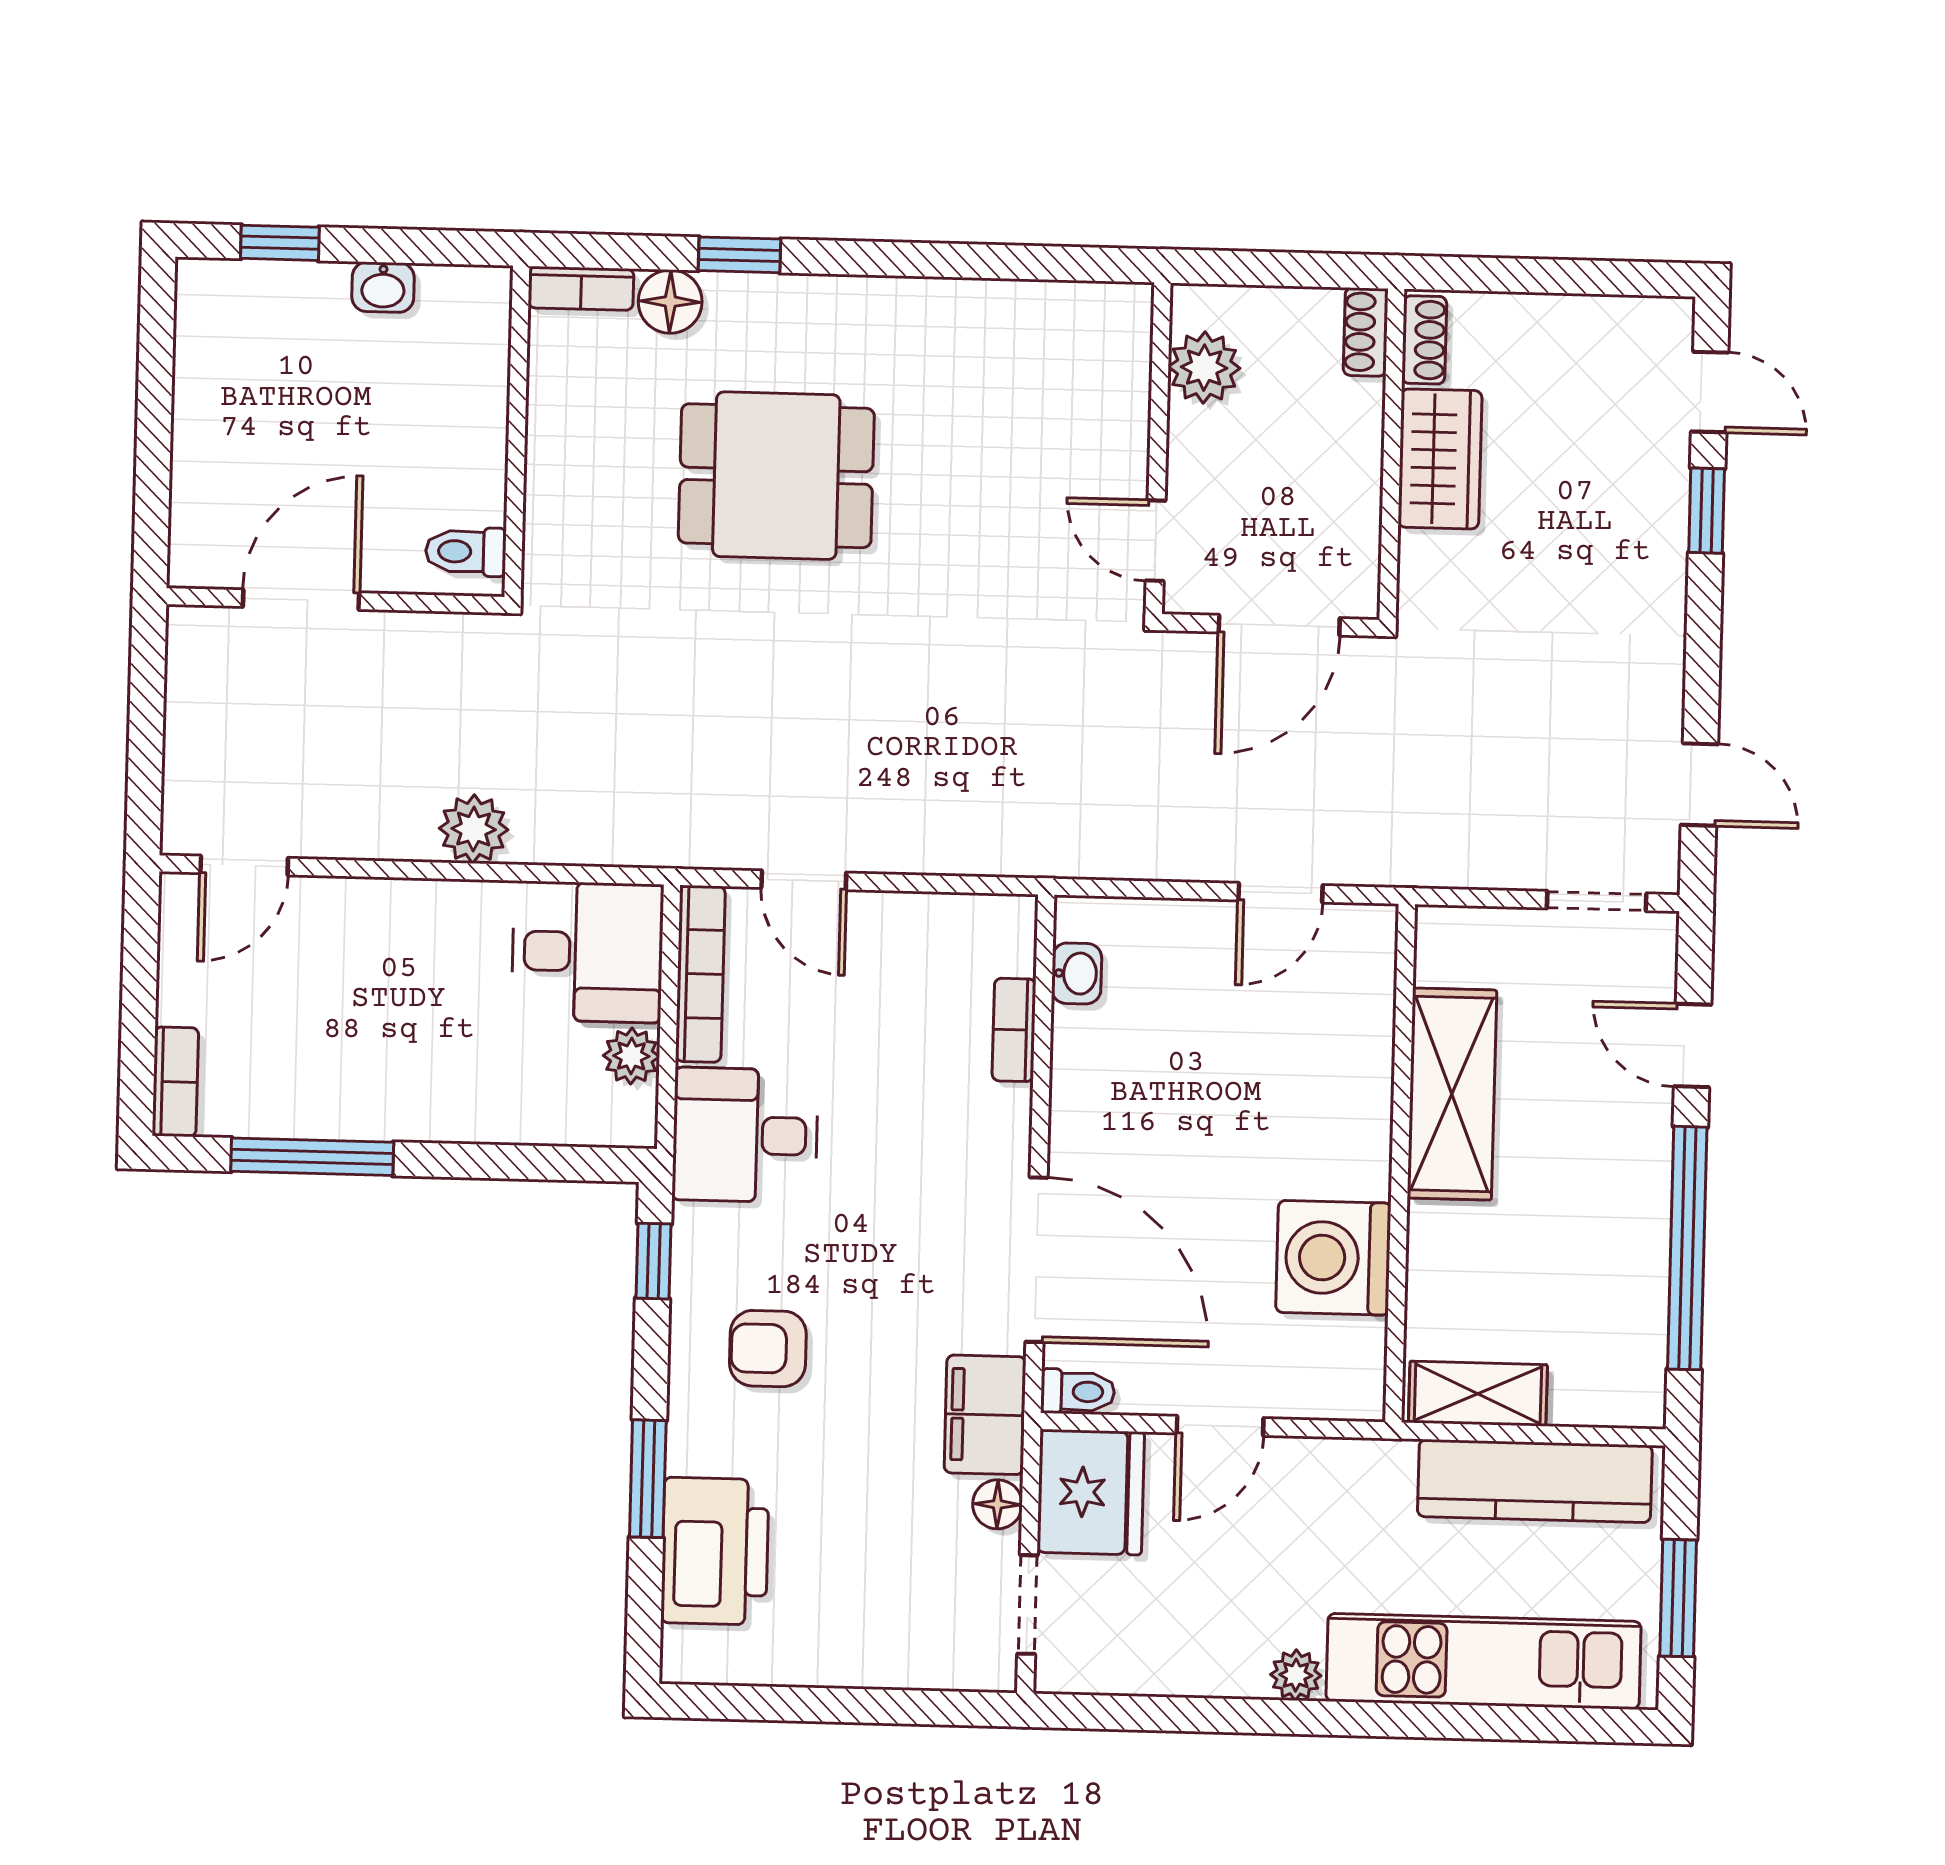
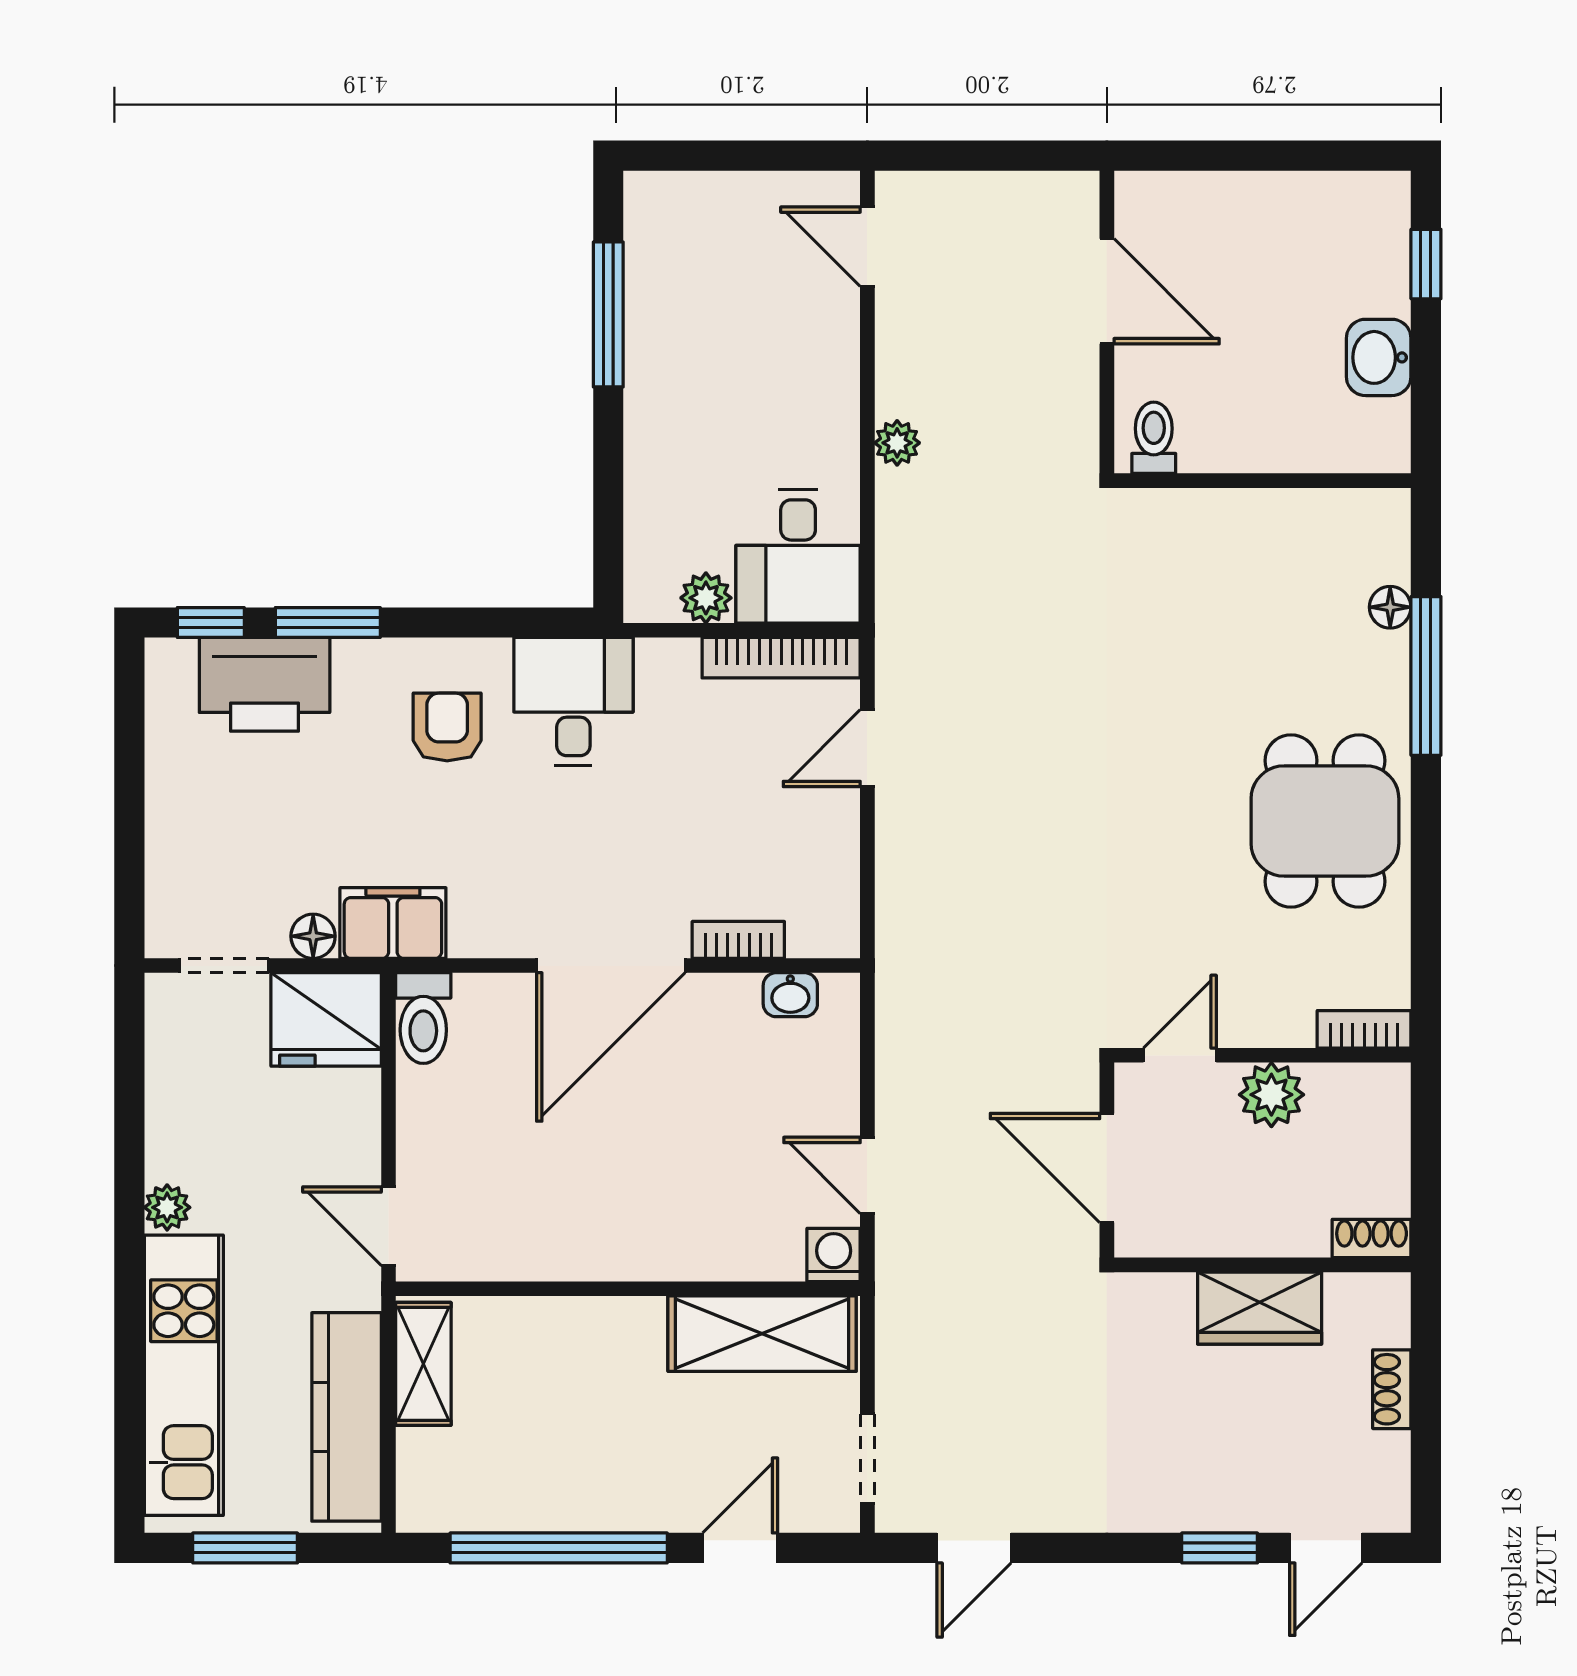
window: (739, 255) -> (1426, 676), width x2.17
washbasin: (383, 287) -> (1379, 357), width x1.38, depth x1.45
bookcase: (581, 288) -> (1364, 1029), moved, turned 90
floor lamp: (670, 302) -> (1390, 607), width x0.73, depth x0.73
shoe rack: (1424, 340) -> (1392, 1389), moved, turned 90
plant: (1204, 368) -> (1271, 1095), moved
dining table: (776, 476) -> (1325, 821), moved
plant: (474, 829) -> (897, 443), width x0.73, depth x0.73
bookcase: (175, 1082) -> (672, 190), removed
shelving: (1452, 1094) -> (762, 1334), moved
desk: (745, 1135) -> (573, 702), moved
washing machine: (1333, 1258) -> (834, 1255), moved, width x0.53, depth x0.53
door: (1037, 1260) -> (611, 966), moved
window: (653, 1261) -> (211, 623), moved
toilet: (1078, 1392) -> (423, 1018), width x1.37, depth x1.39
door: (1220, 1426) -> (389, 1226), moved

